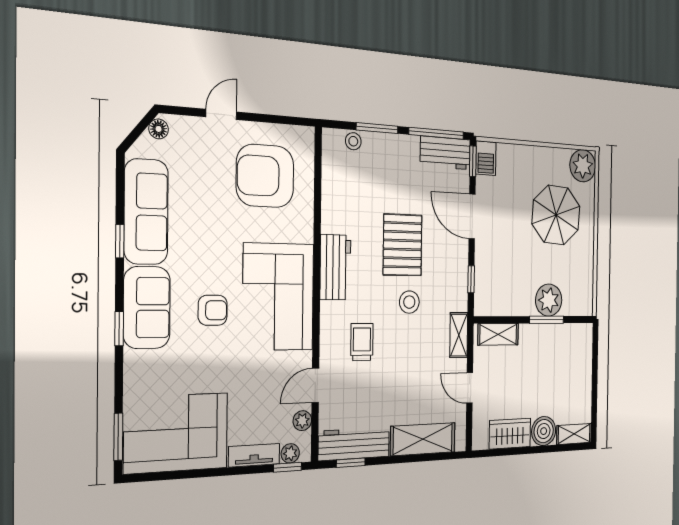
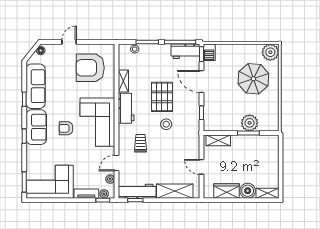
armchair: (213, 310) -> (66, 128), turned 180
shelving: (459, 335) -> (123, 81), moved

